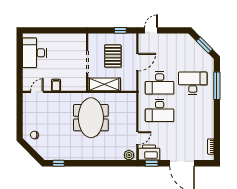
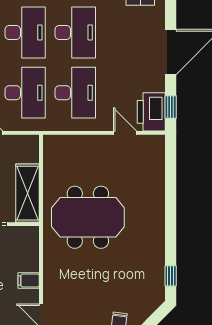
desk: (193, 83) -> (25, 33), turned 180
desk: (193, 111) -> (75, 33), added
plant: (129, 155) -> (156, 148), removed

